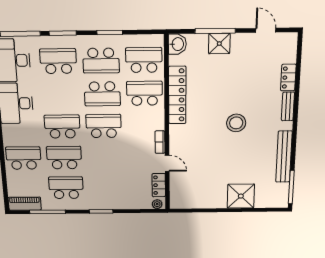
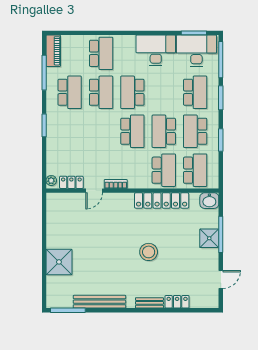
stool: (236, 123) -> (149, 252), moved
school desk: (62, 127) -> (132, 92), turned 180

